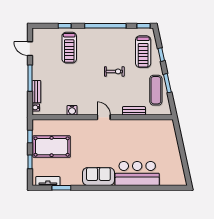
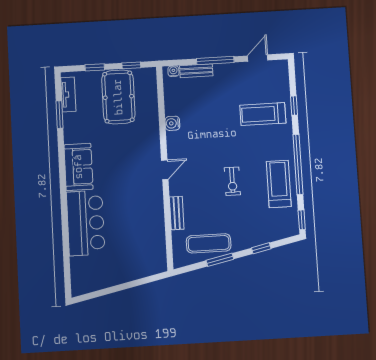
treadmill: (143, 52) -> (279, 184), moved, turned 90

